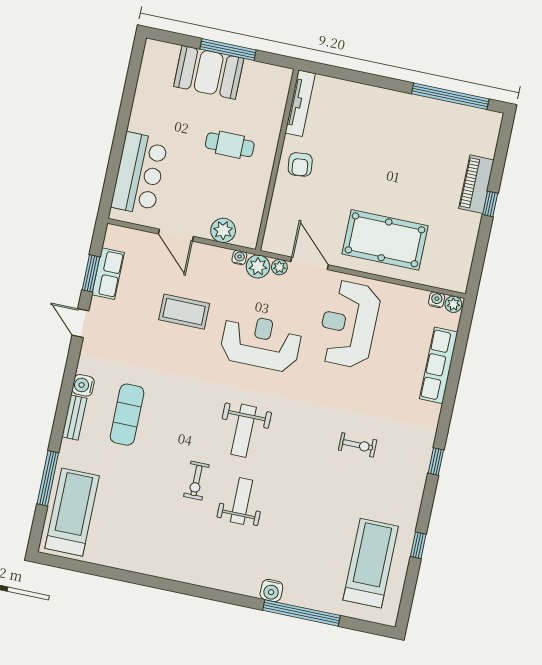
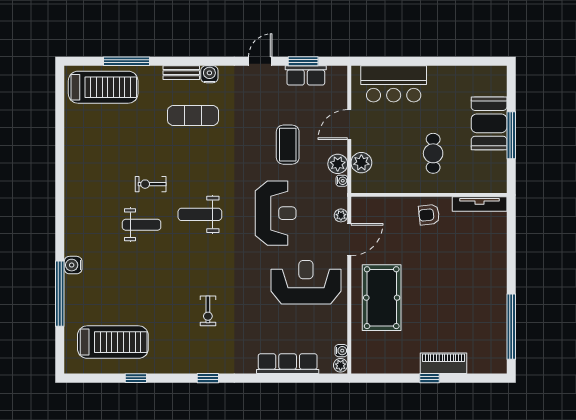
plant: (258, 266) -> (338, 164), moved

